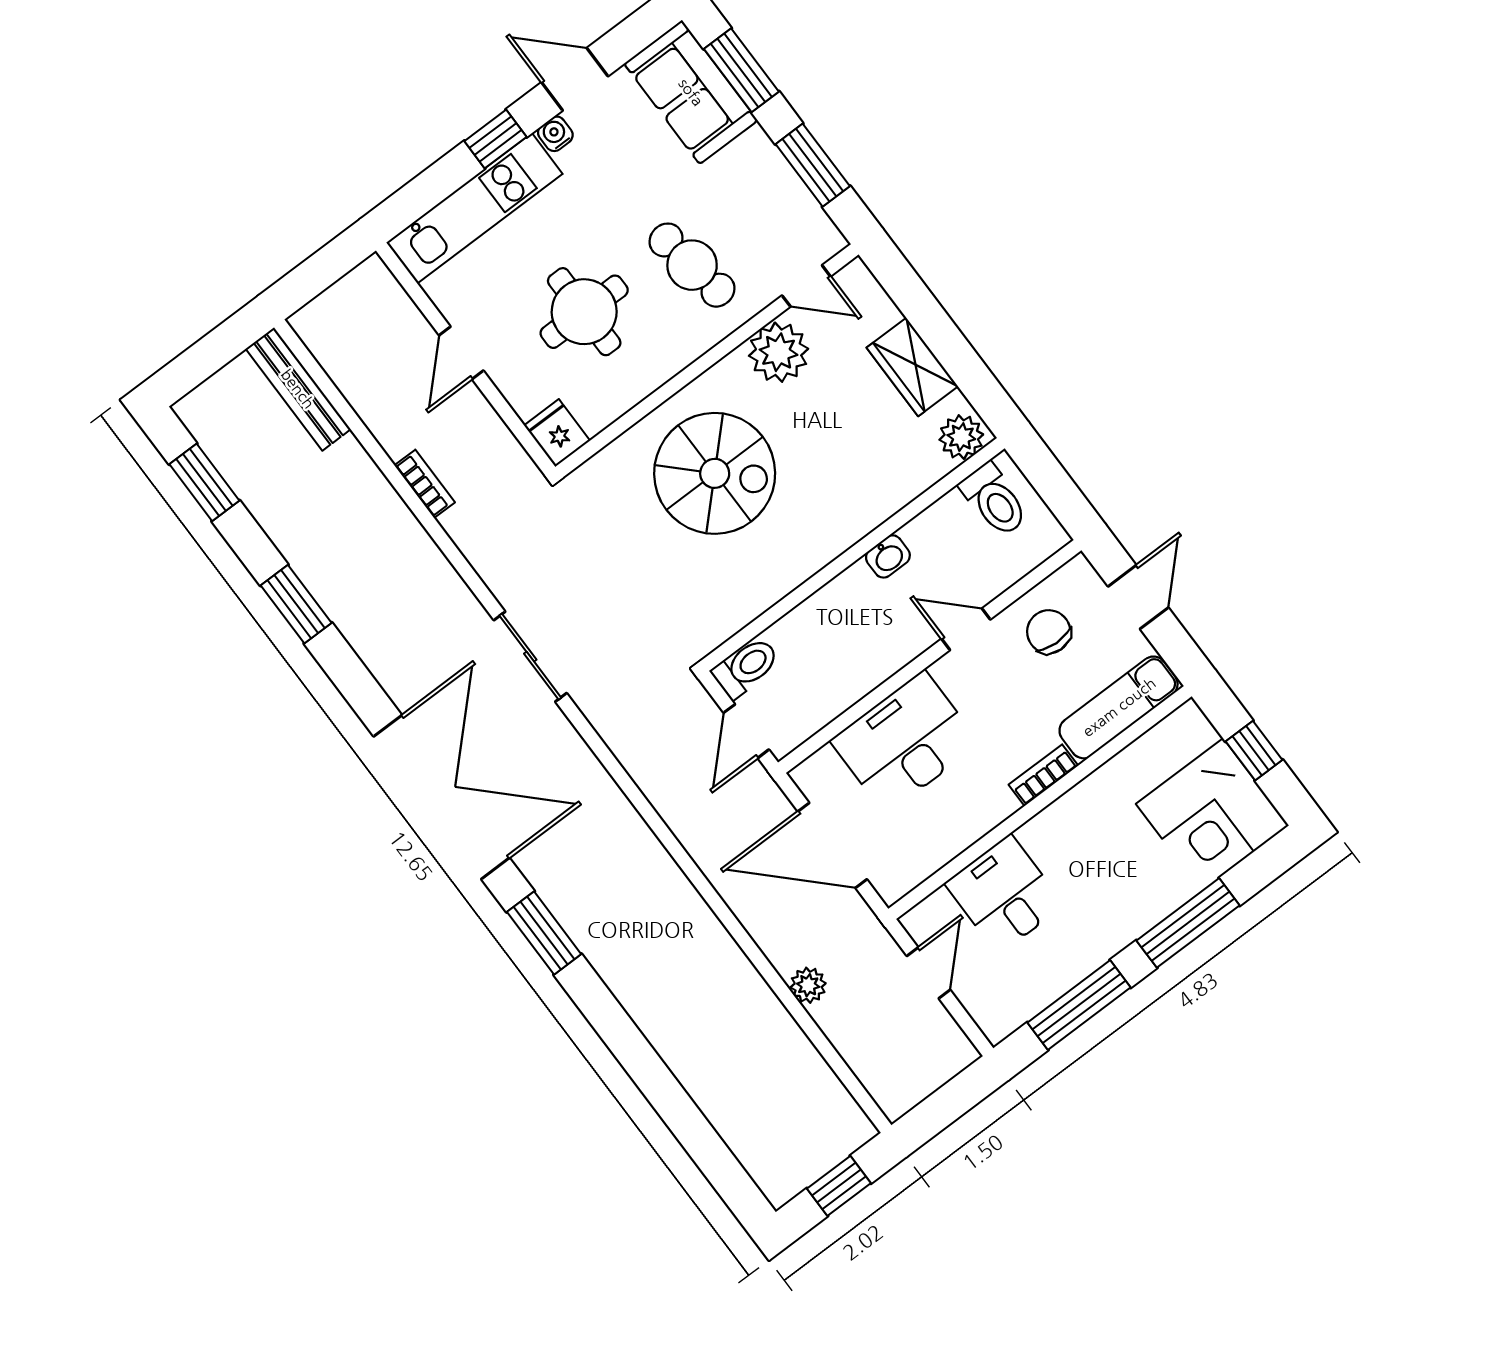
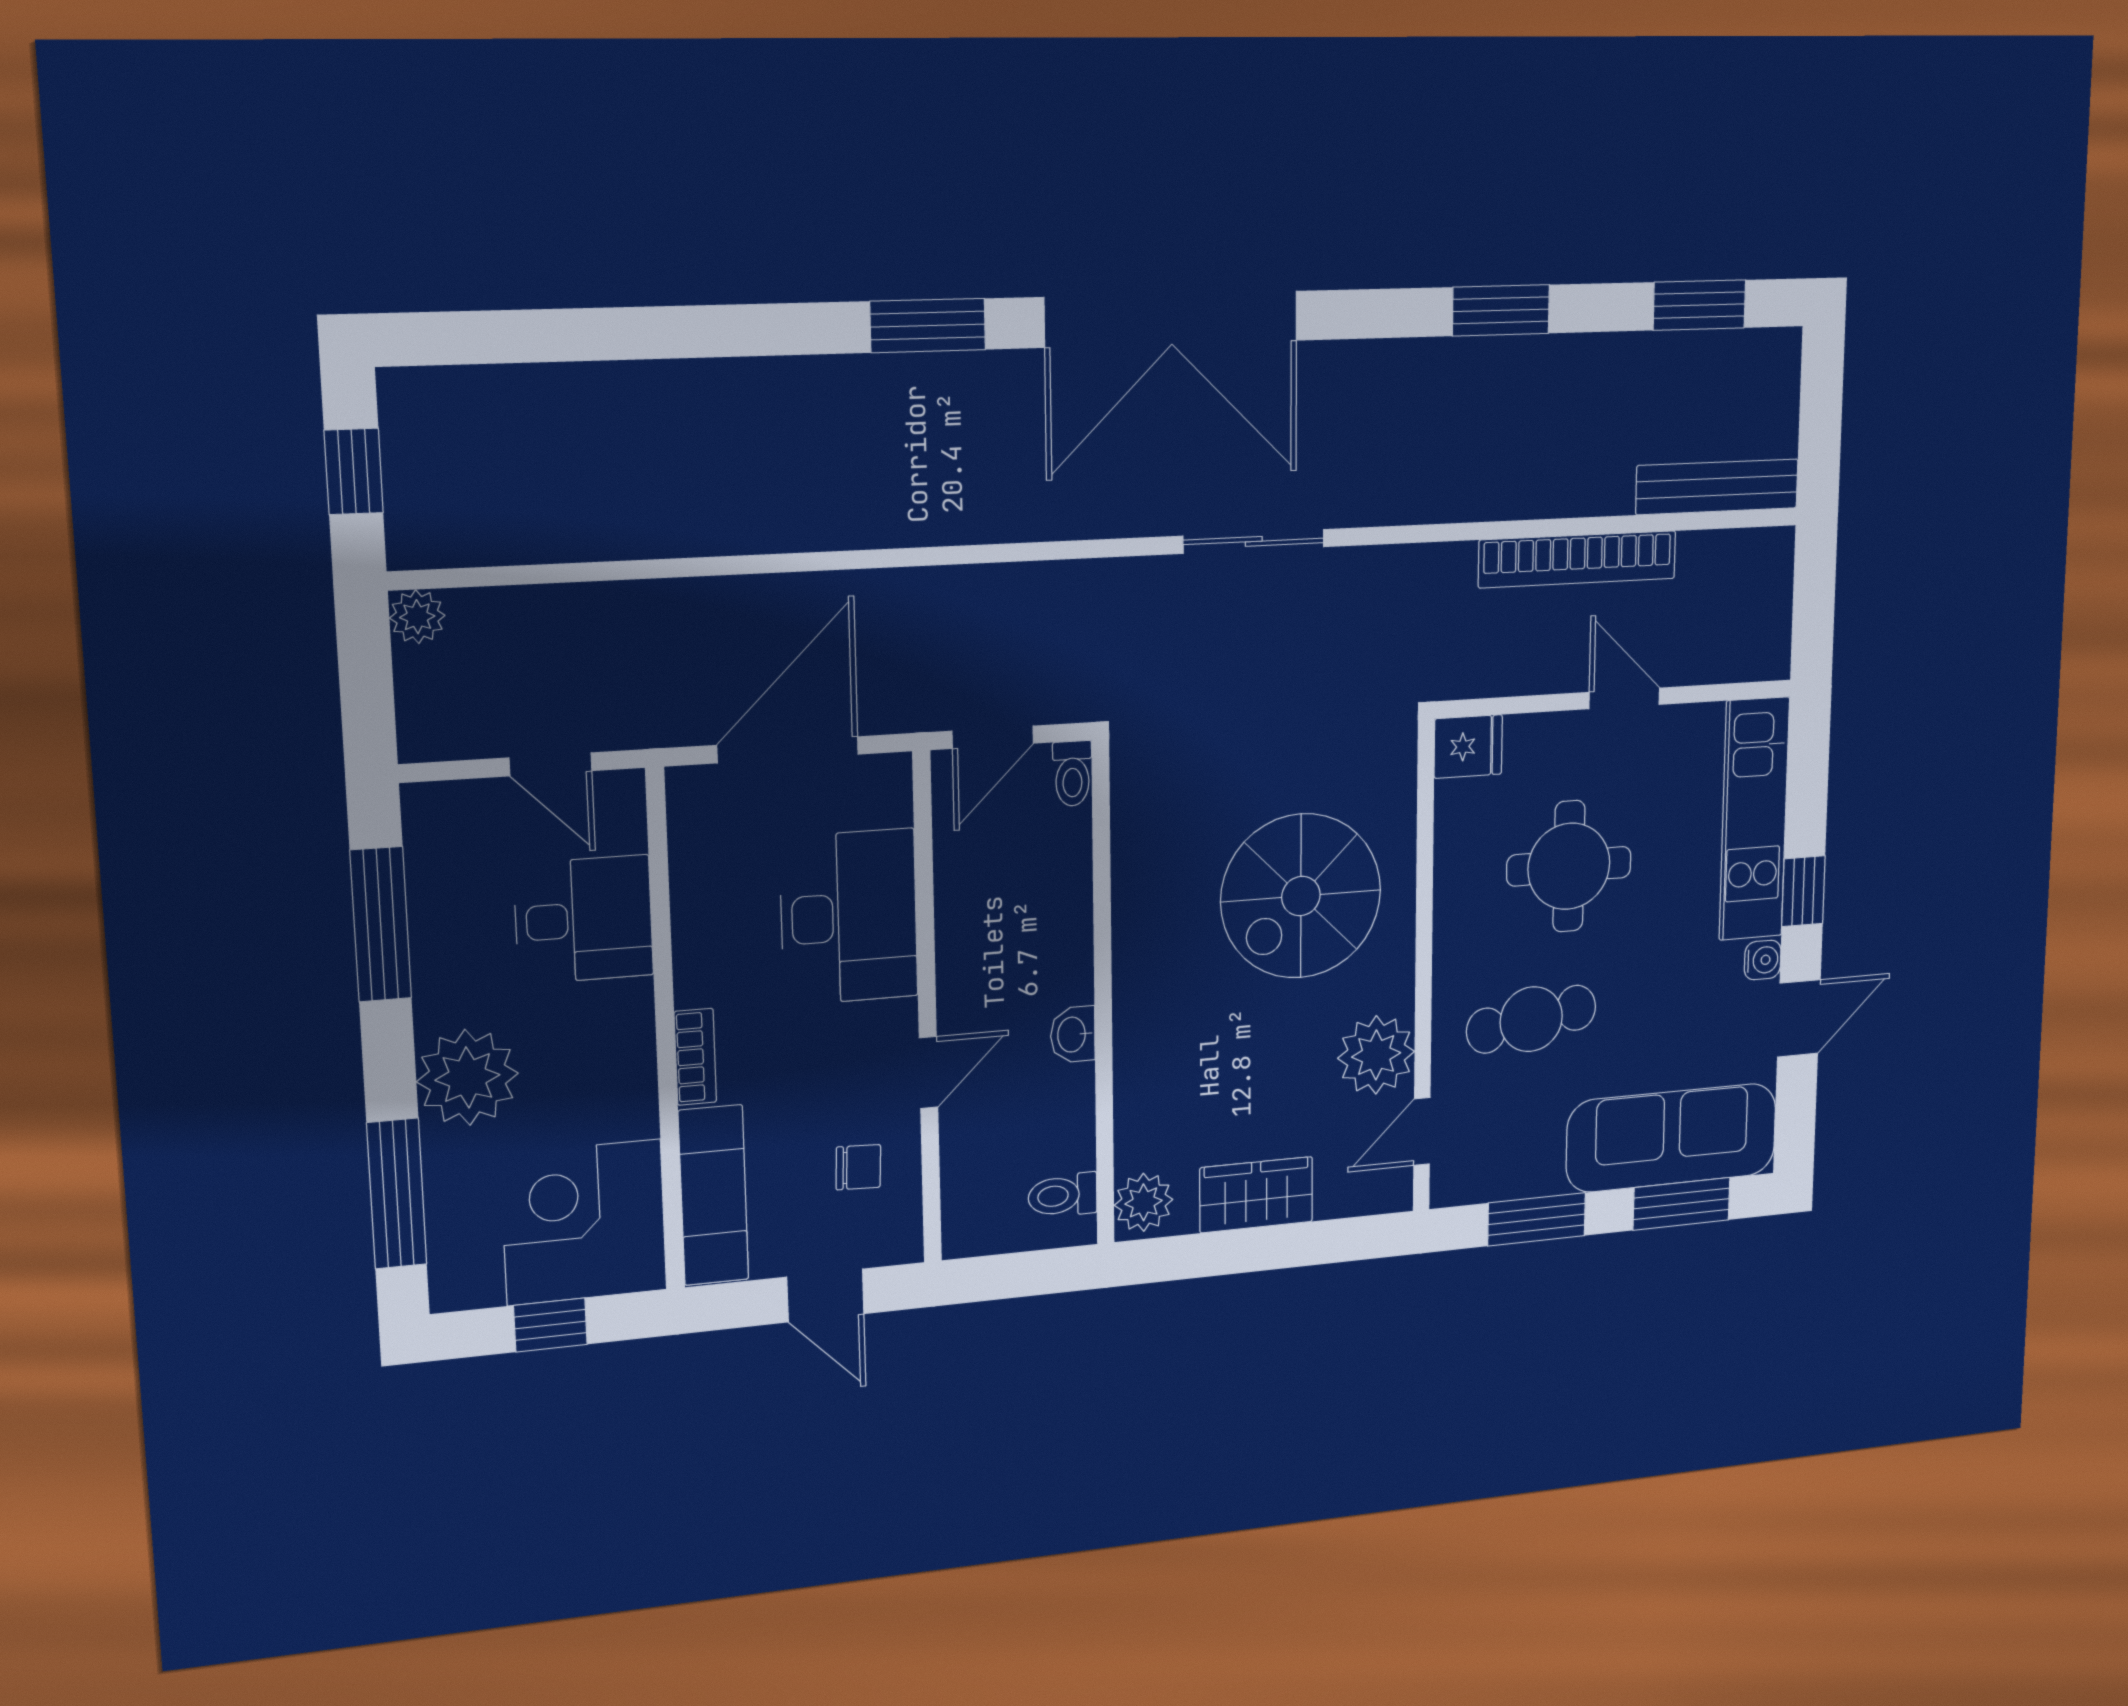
sofa: (691, 92) -> (1672, 1138), width x1.36
bookcase: (425, 484) -> (1577, 559), width x2.31, depth x1.31
toilet: (994, 500) -> (1063, 1195), width x0.73, depth x0.72
chair: (1049, 632) -> (858, 1167), width x0.73, depth x0.73
toilet: (746, 667) -> (1072, 774), width x0.73, depth x0.72
door: (746, 731) -> (993, 737), swing flipped
corner desk: (1212, 815) -> (584, 1222), moved
plant: (1137, 898) -> (467, 1077), added
window: (1188, 923) -> (397, 1194), moved
plant: (808, 985) -> (417, 617), moved

